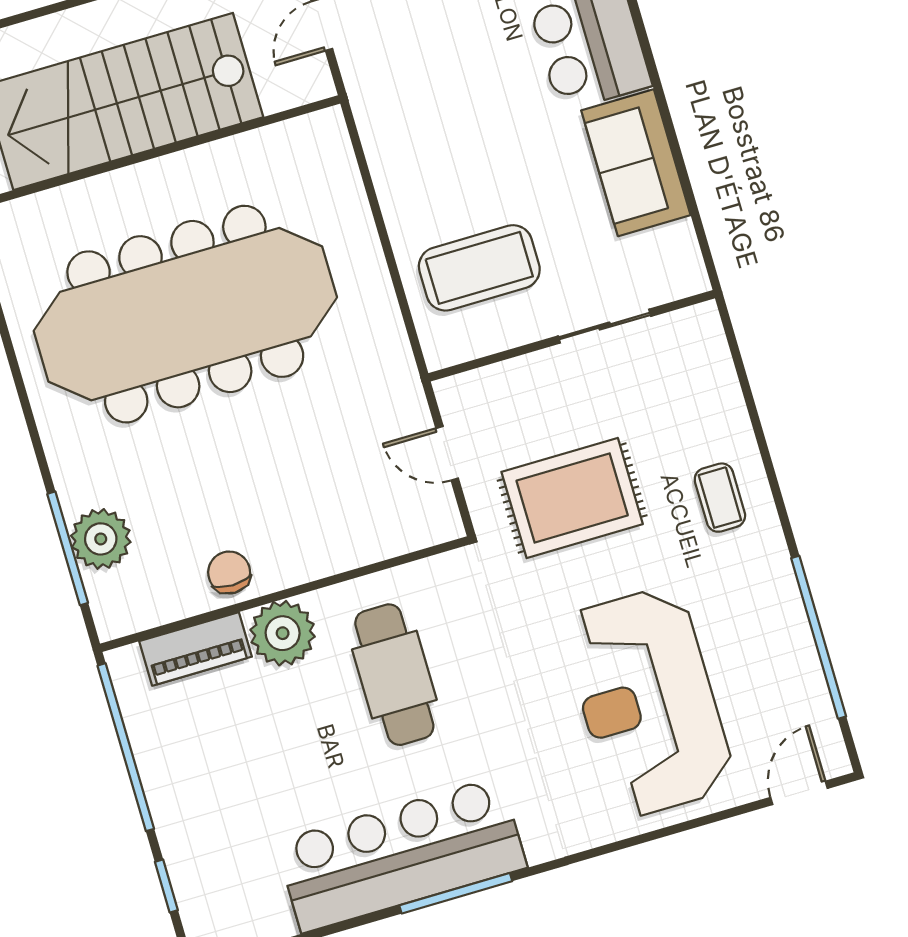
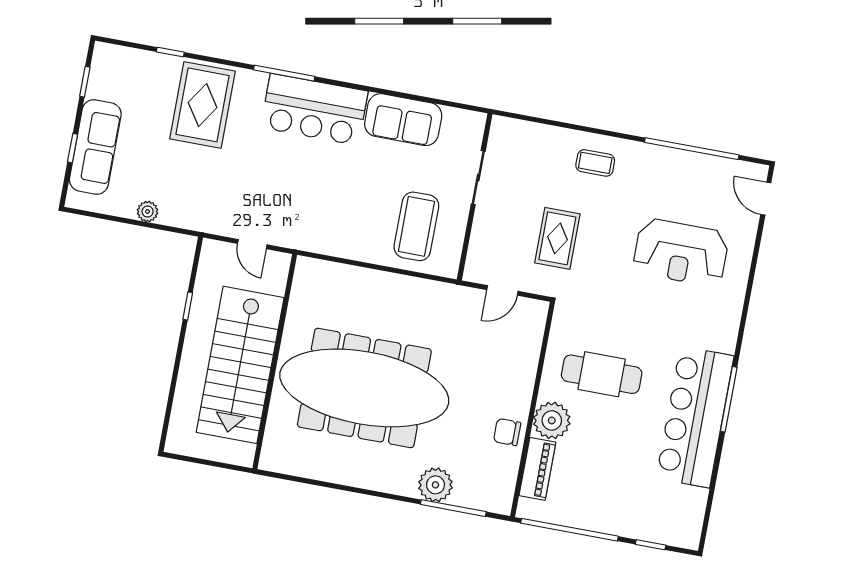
meeting table: (185, 314) -> (364, 388), turned 90
rug: (572, 498) -> (557, 238), width x0.73, depth x0.70
plant: (101, 539) -> (435, 485), moved
reception desk: (648, 702) -> (681, 252), width x0.74, depth x0.77

